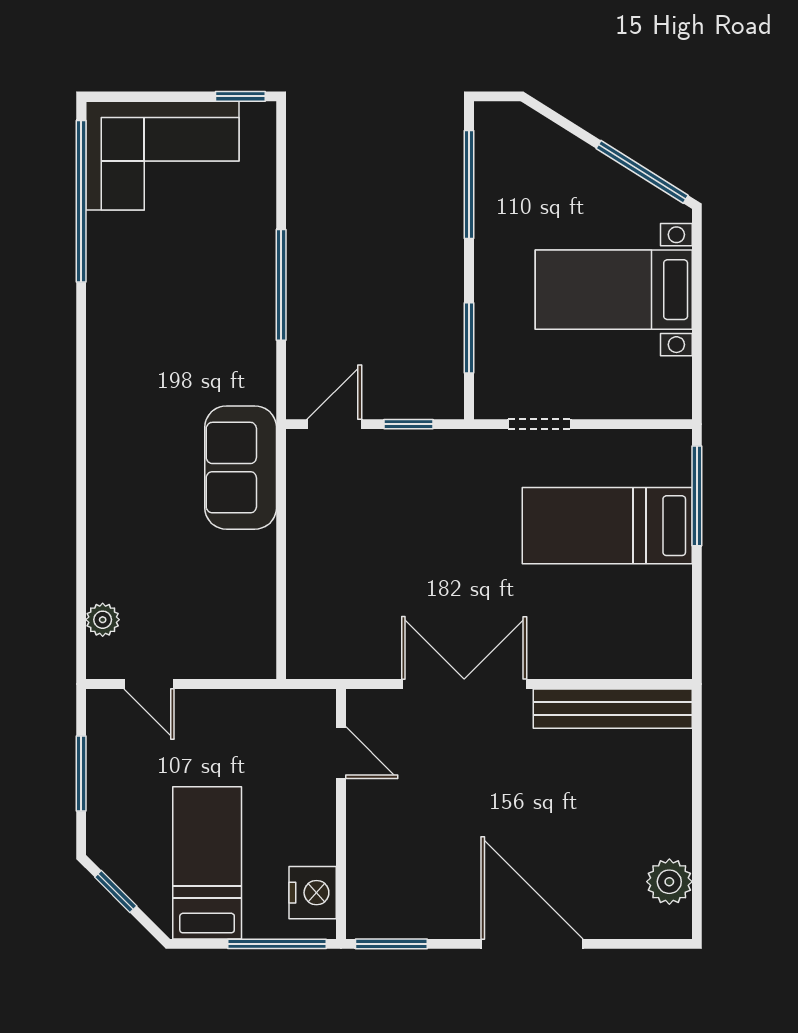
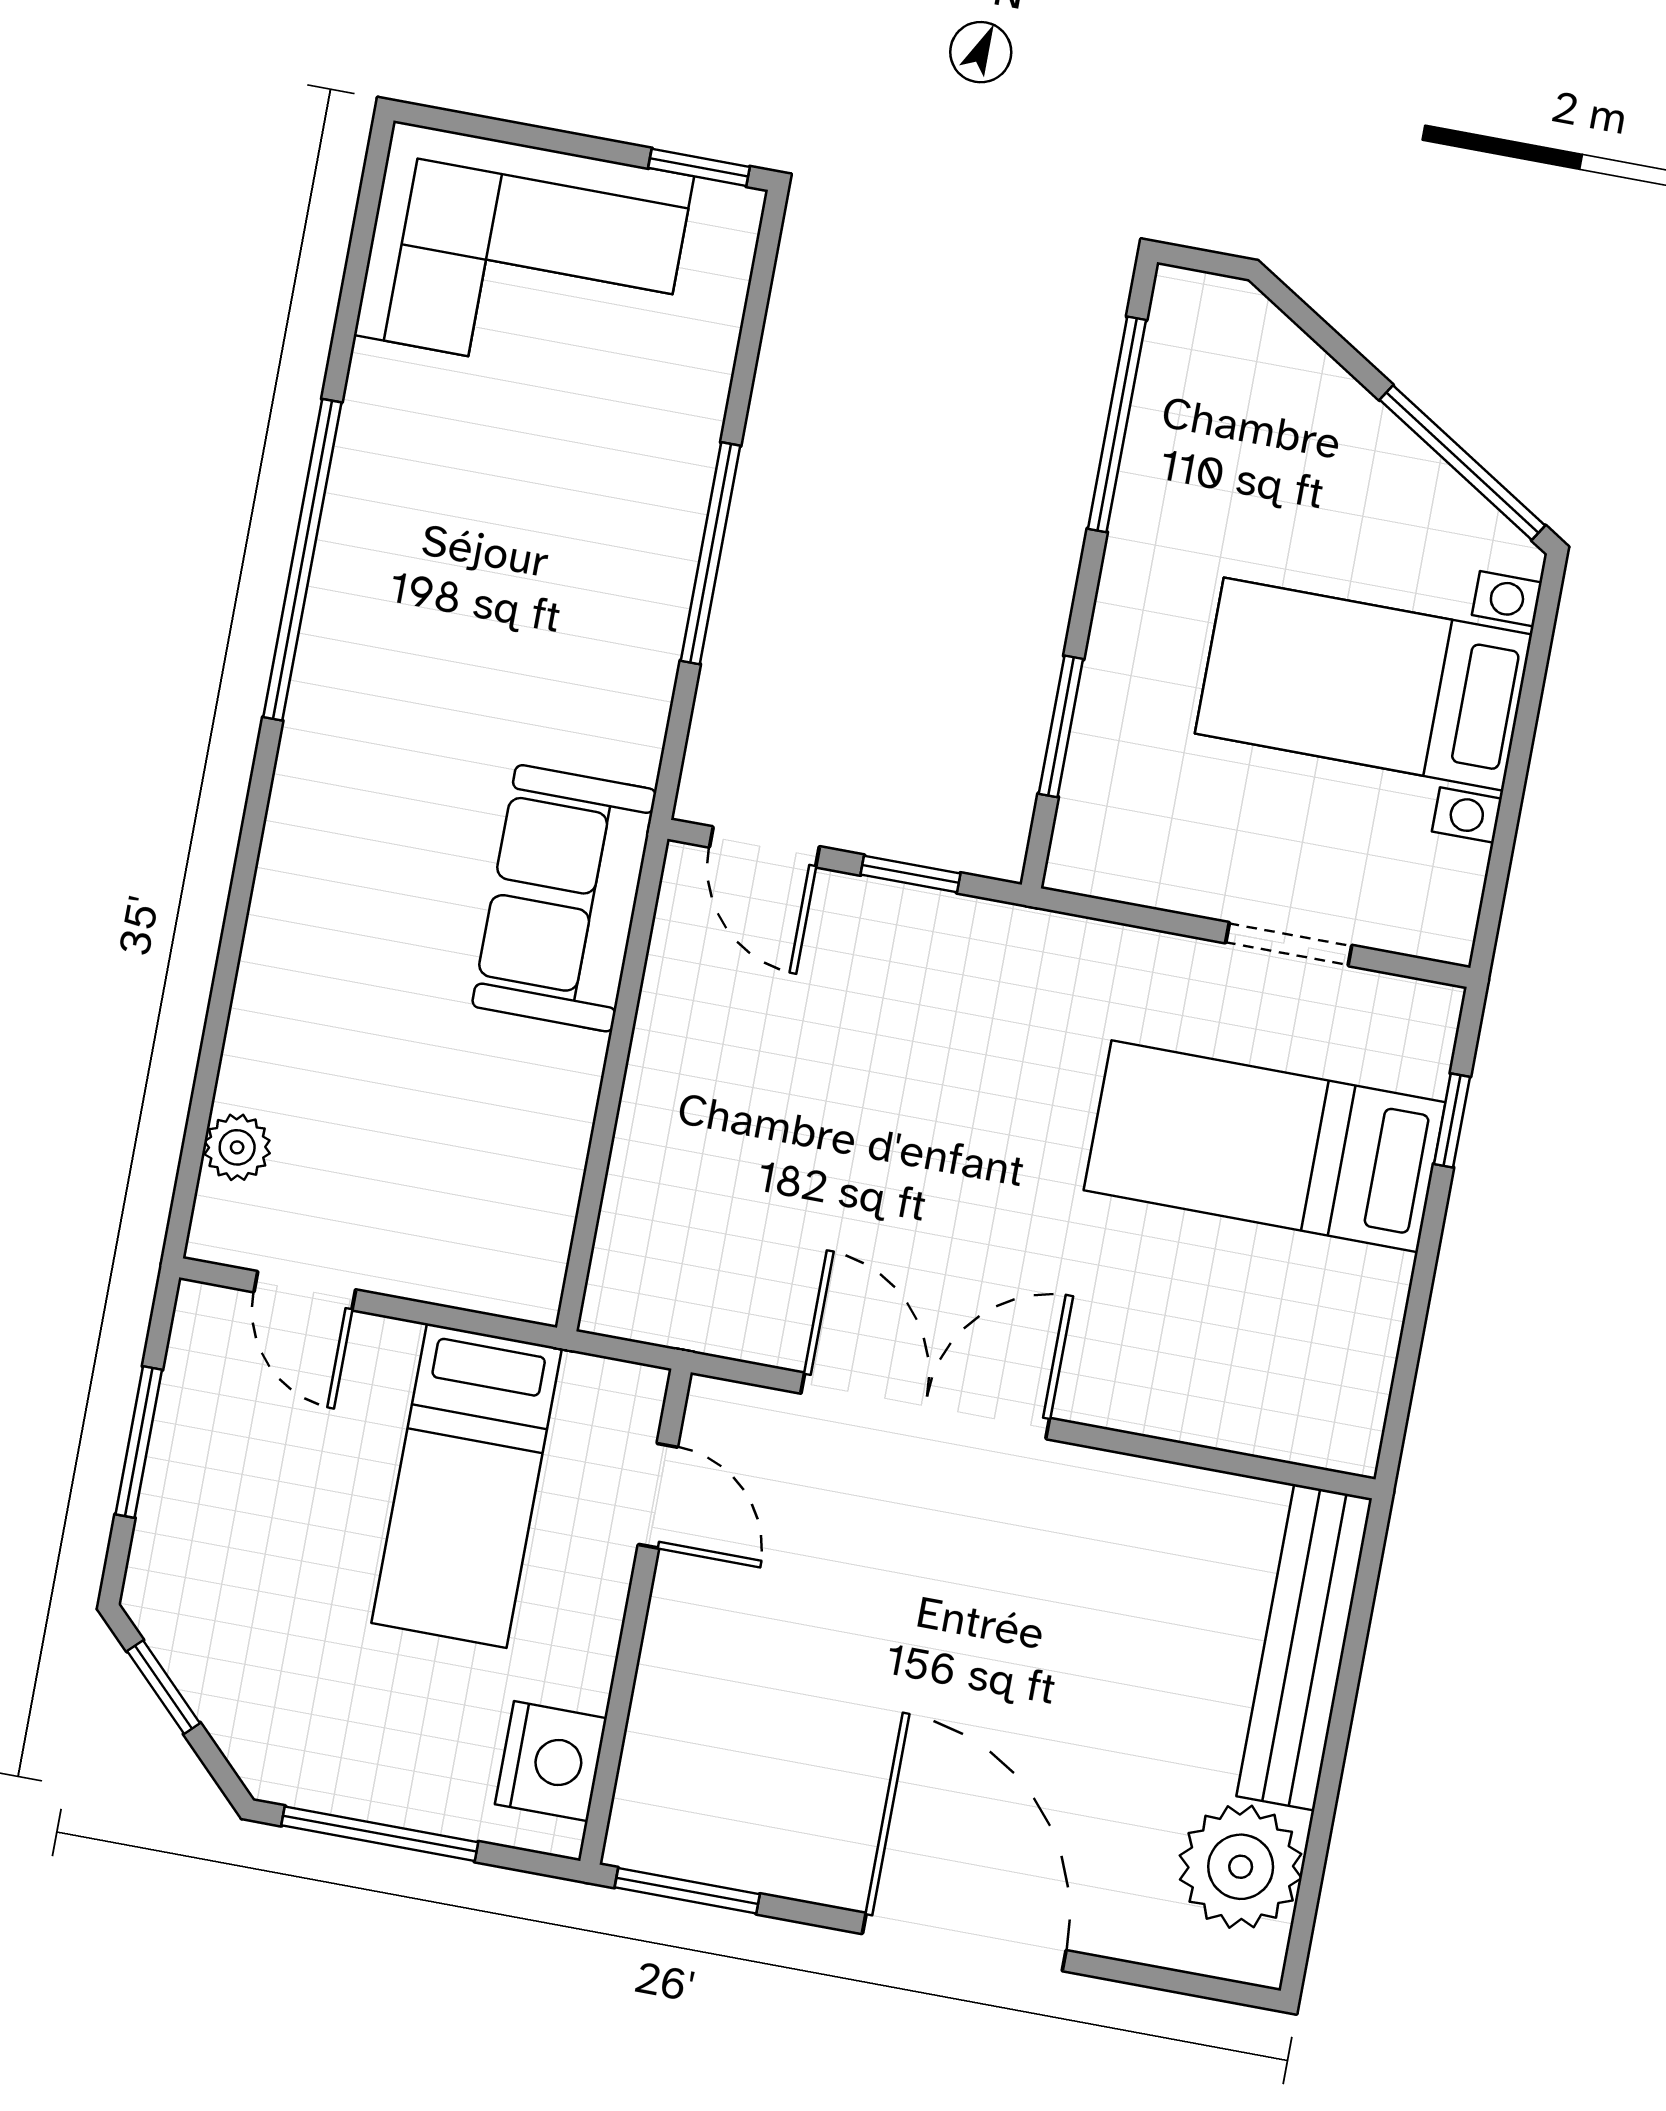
window: (81, 201) -> (302, 560), moved
door: (334, 424) -> (764, 847), swing flipped
doorway: (540, 424) -> (1289, 944), moved
window: (697, 496) -> (1452, 1120), width x0.46
bench: (613, 709) -> (1304, 1647), moved, turned 90
bed: (207, 863) -> (467, 1486), moved, turned 180
plant: (669, 882) -> (1241, 1867), width x1.36, depth x1.36
window: (277, 944) -> (380, 1834), moved

